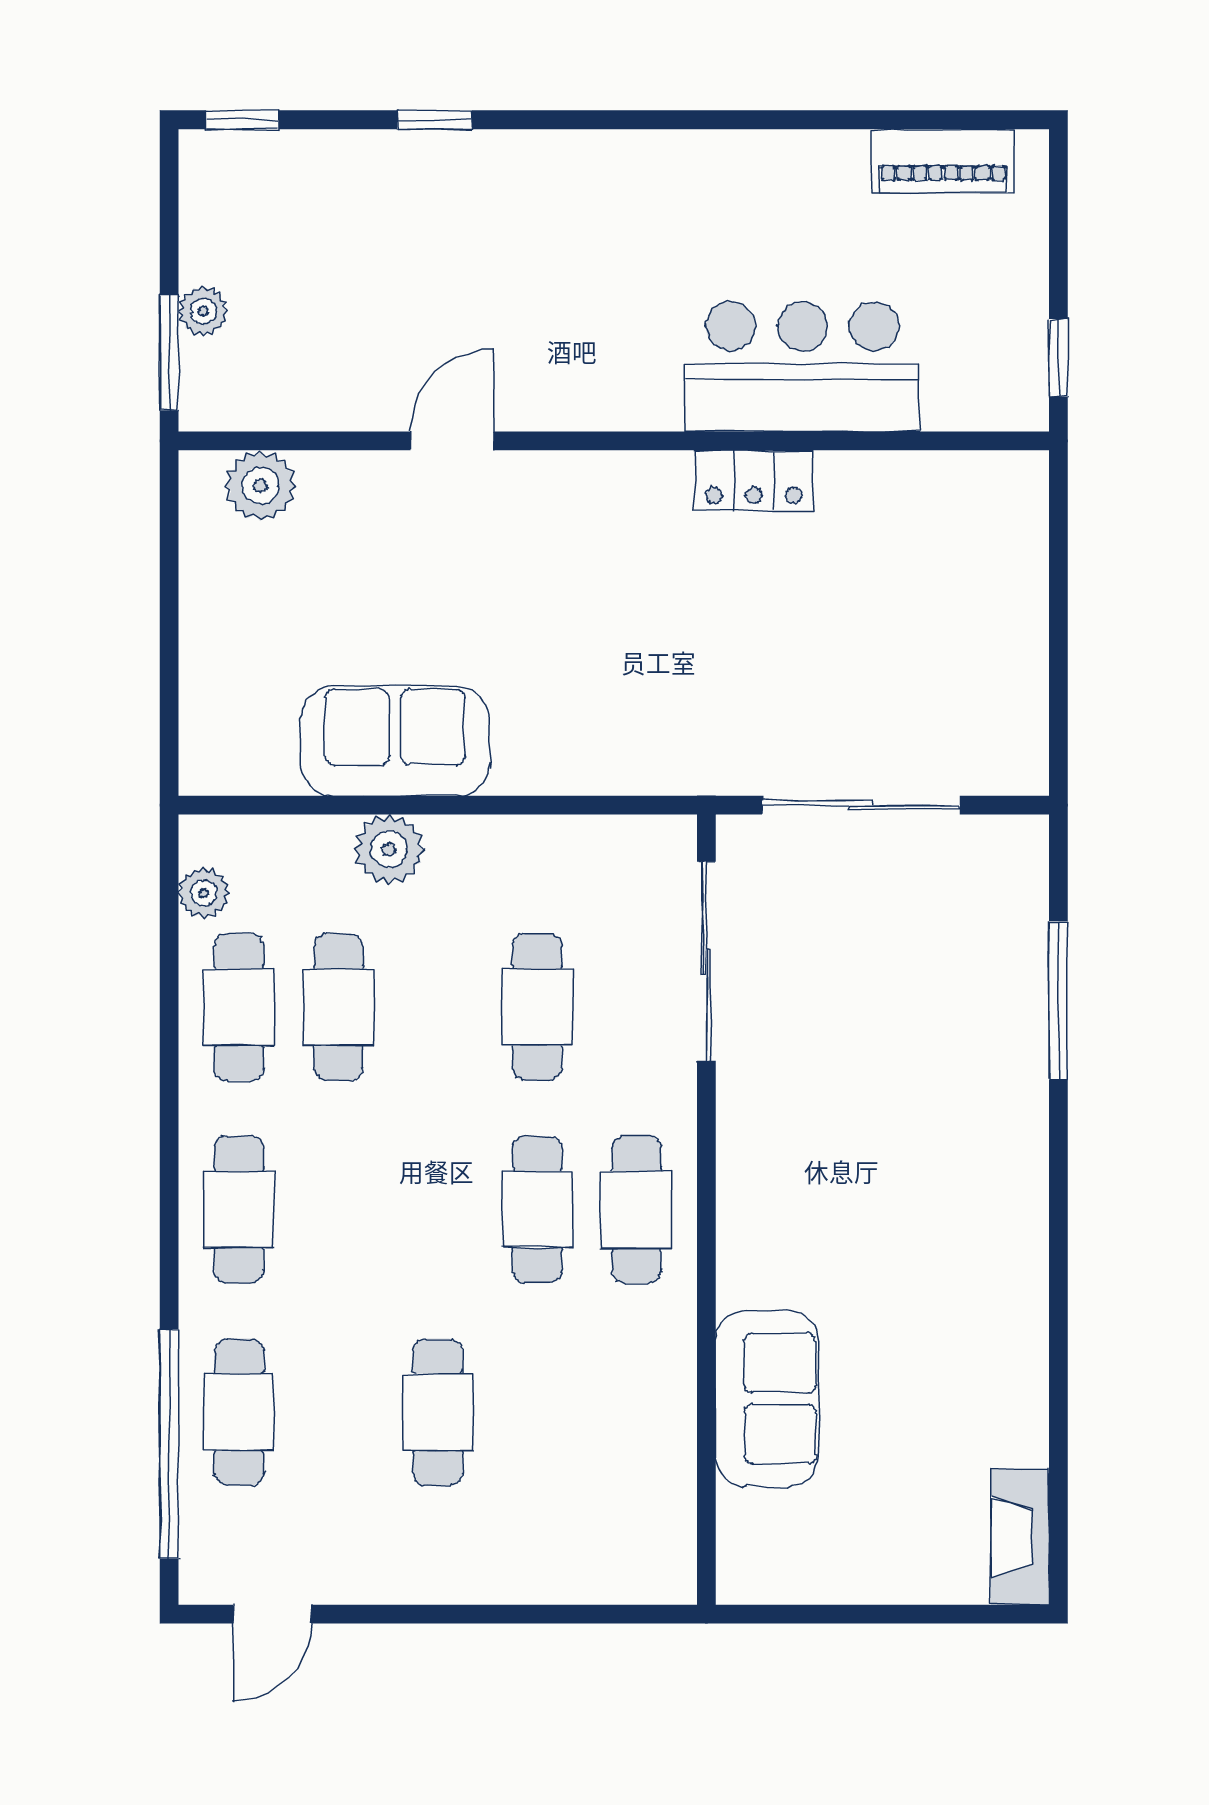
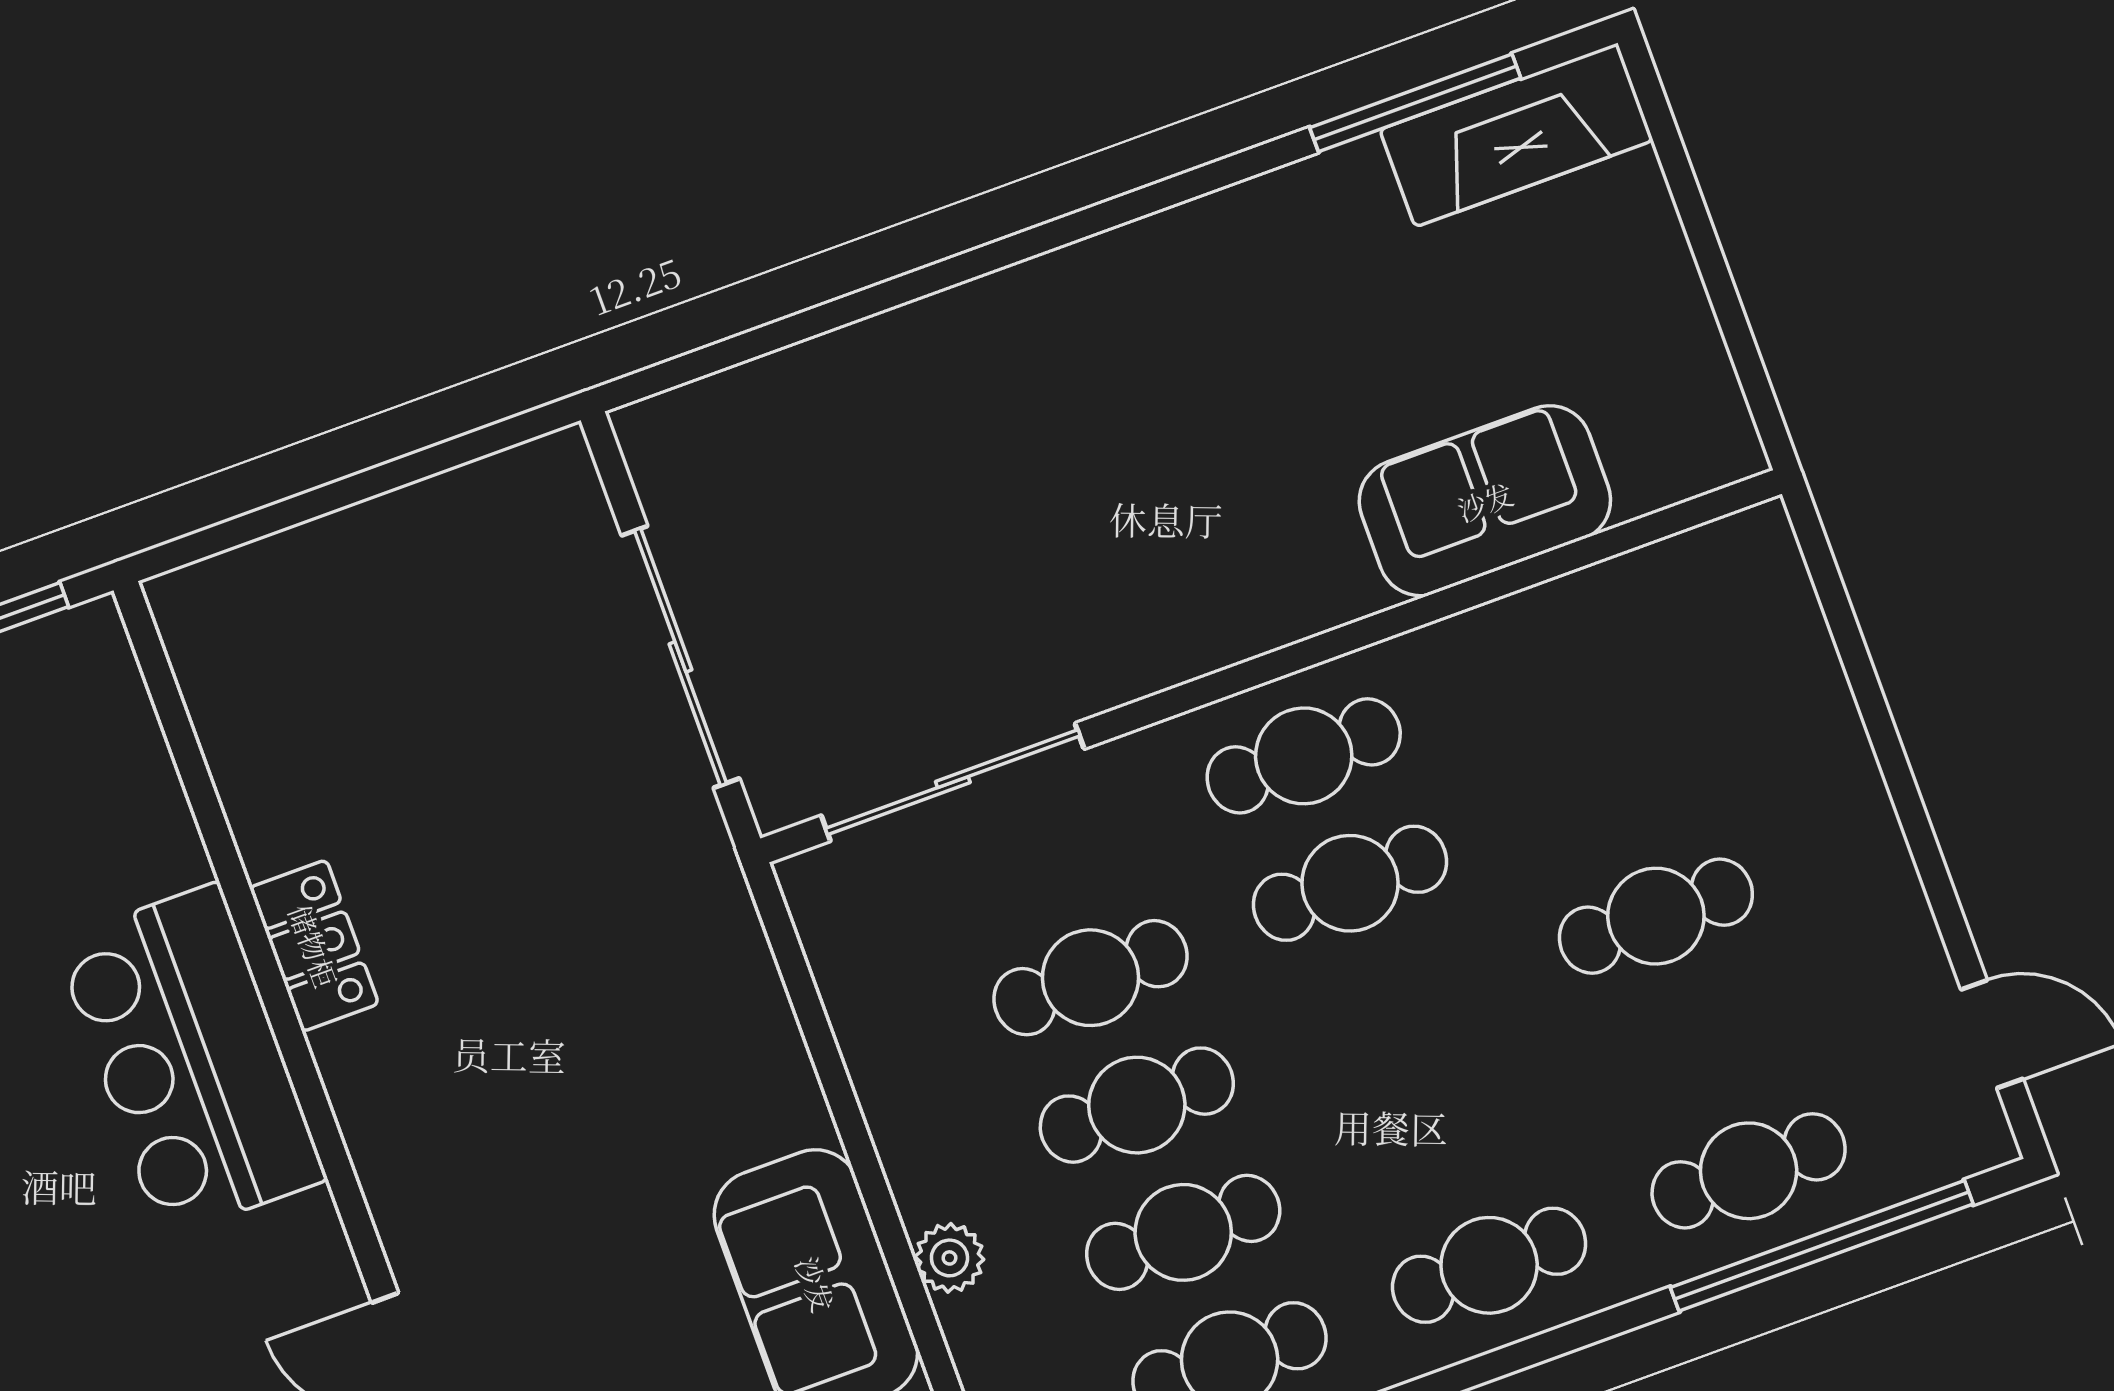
bar counter: (802, 367) -> (191, 1060), moved
plant: (389, 849) -> (949, 1258), width x0.73, depth x0.73
window: (1058, 1001) -> (1415, 103), moved
cafe table: (438, 1007) -> (1137, 1105), added
fireplace: (1020, 1537) -> (1516, 135), width x1.37, depth x1.32

